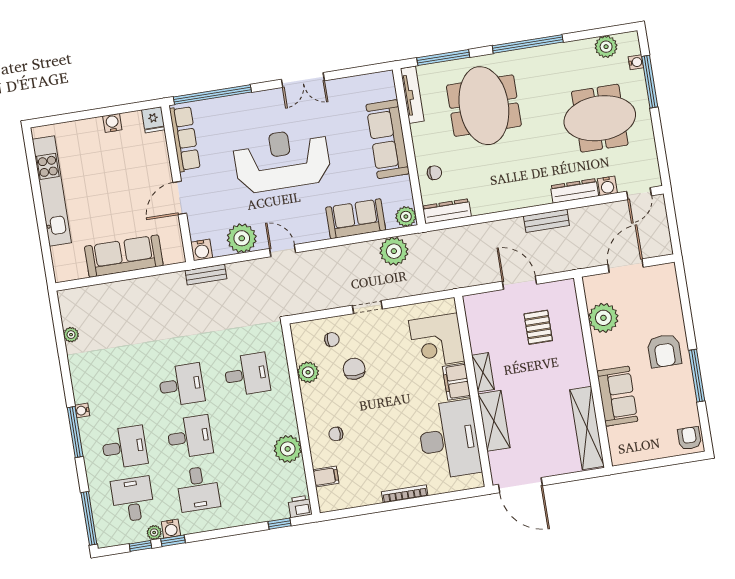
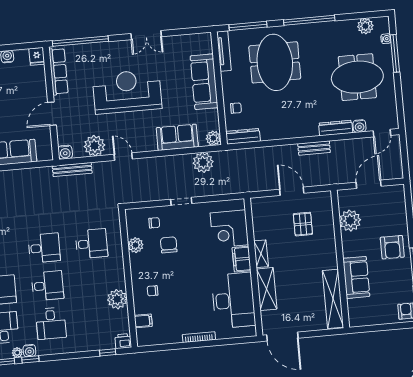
bench: (206, 275) -> (72, 170), width x1.36

